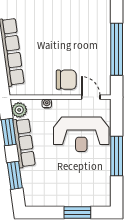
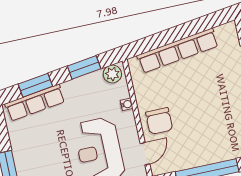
row of seats: (24, 143) -> (35, 103), moved

